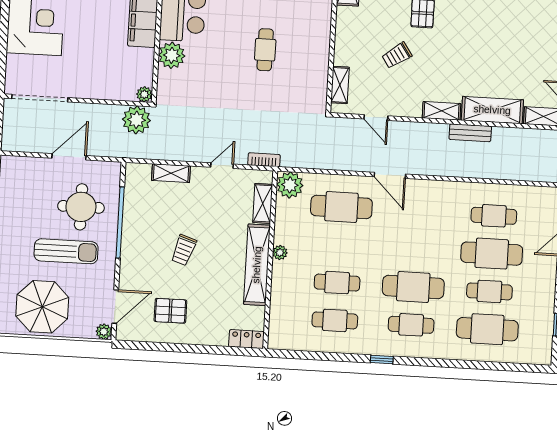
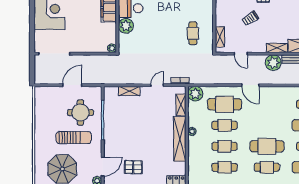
cafe table: (265, 50) -> (193, 33), moved
plant: (136, 120) -> (273, 63), moved
cafe table: (339, 245) -> (225, 125), added
trolley: (184, 250) -> (139, 133), removed

